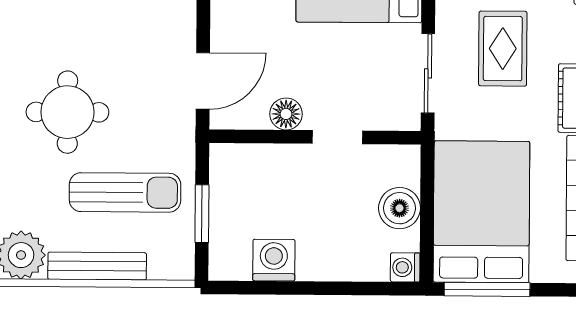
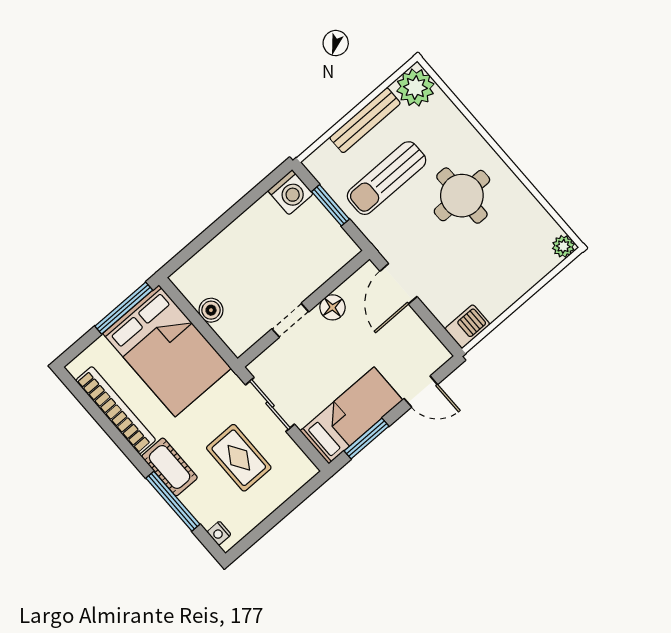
boiler: (400, 208) -> (211, 310), width x0.73, depth x0.73
washing machine: (274, 260) -> (290, 192), moved
washing machine: (405, 267) -> (183, 279), removed

